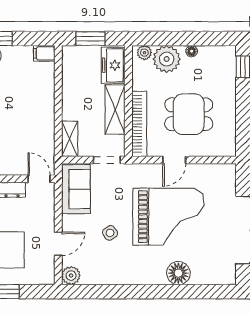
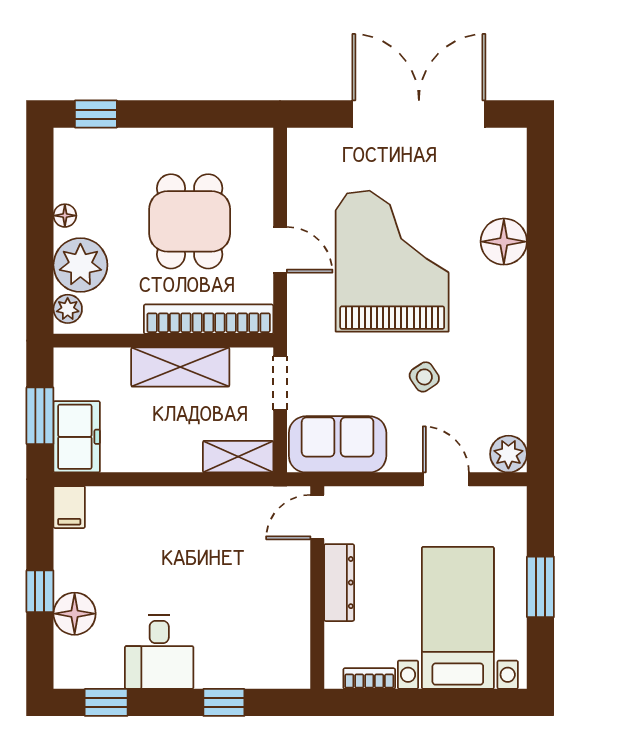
freezer: (113, 65) -> (77, 437), moved, turned -90

